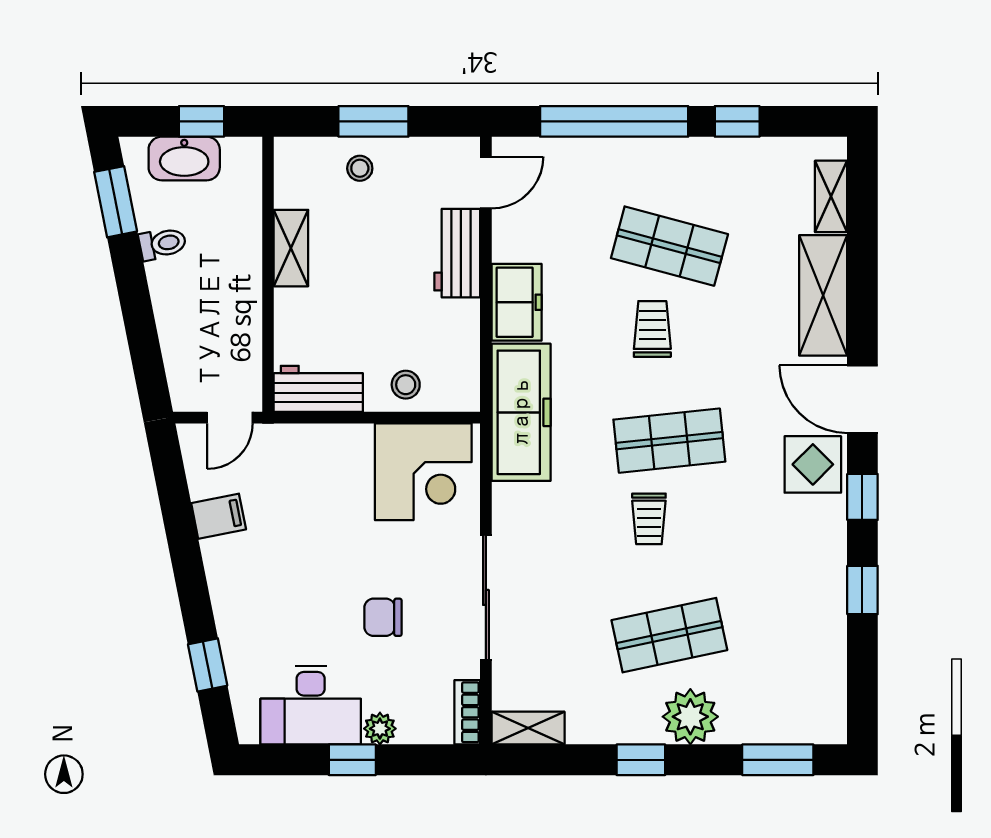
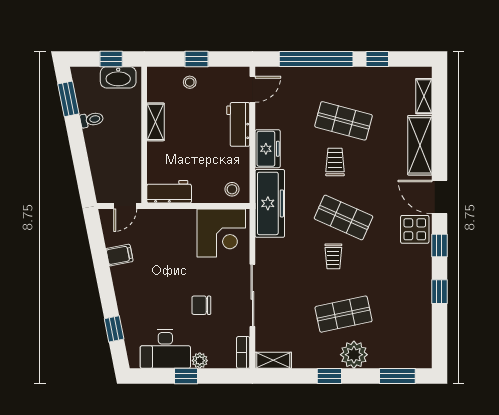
window: (373, 121) -> (197, 59), width x0.67
washbasin: (184, 158) -> (118, 77), moved
stool: (406, 385) -> (232, 189), moved
shop shelf: (669, 441) -> (344, 217), turned 30

